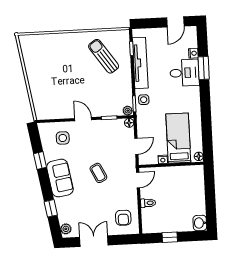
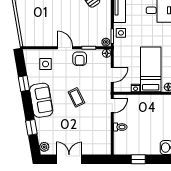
armchair: (123, 218) -> (80, 59), moved

